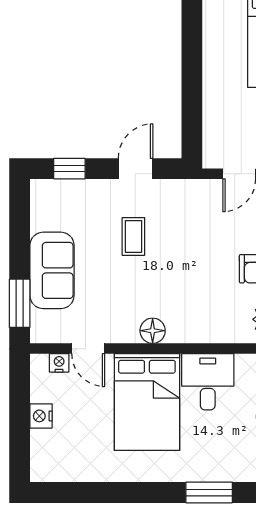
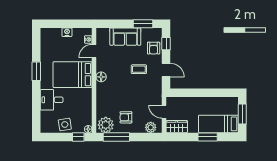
armchair: (81, 200) -> (154, 48), added
window: (20, 303) -> (143, 24), moved
desk: (208, 382) -> (52, 100), moved, turned 180
window: (209, 492) -> (36, 71), moved

